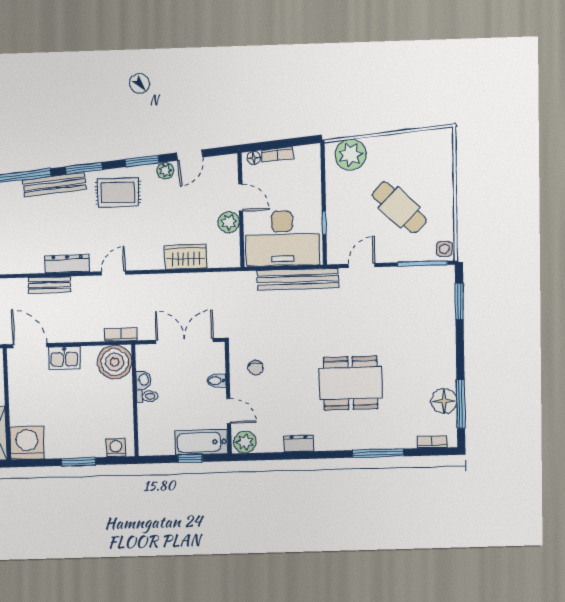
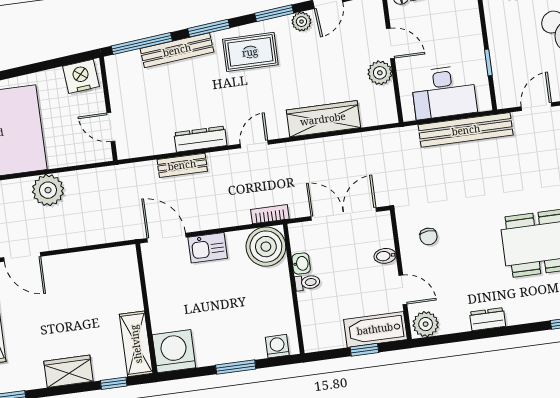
desk: (282, 238) -> (444, 92), width x0.73, depth x0.77
wardrobe: (186, 257) -> (323, 119), width x1.50

